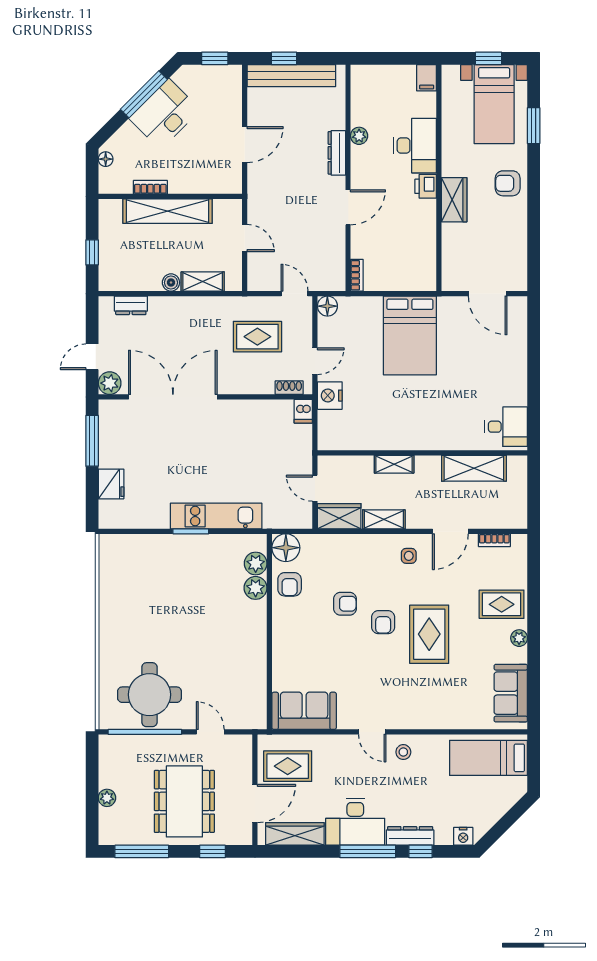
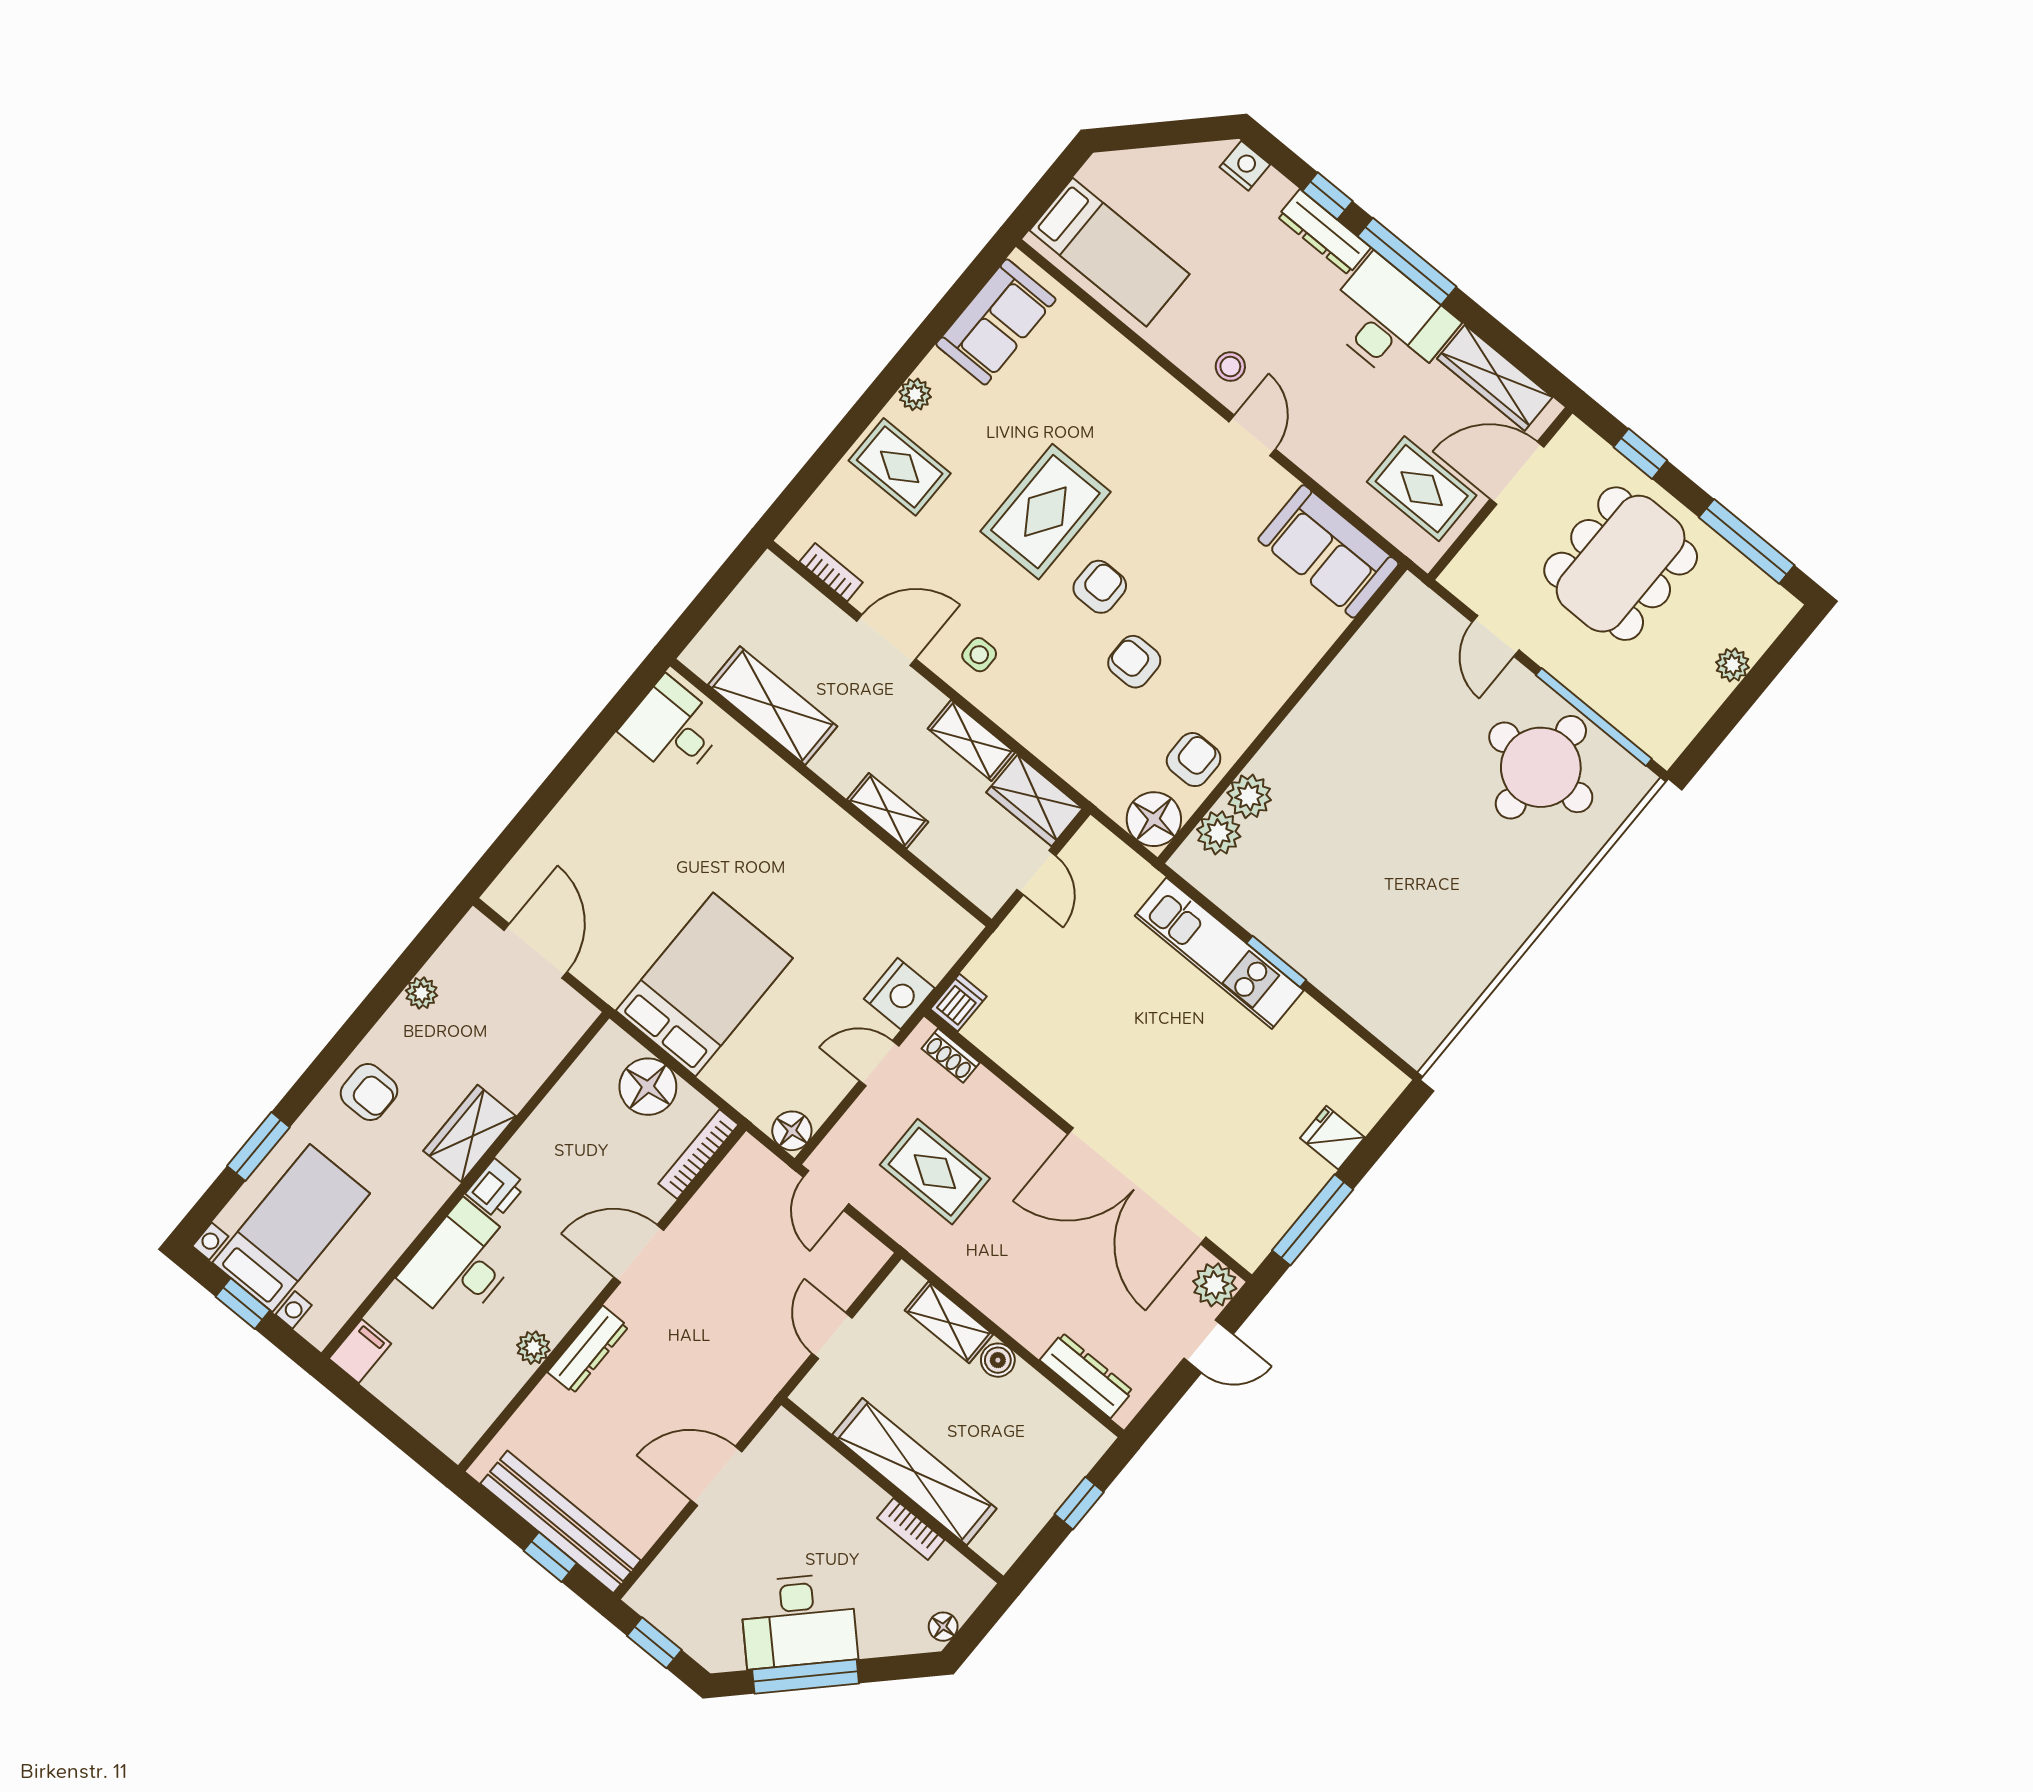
plant: (519, 240) -> (422, 993), added
bookcase: (357, 275) -> (698, 1154), width x1.56
floor lamp: (399, 277) -> (648, 1087), added
dresser: (131, 305) -> (1086, 1376), width x1.44
fridge: (111, 484) -> (1332, 1138), width x0.72

